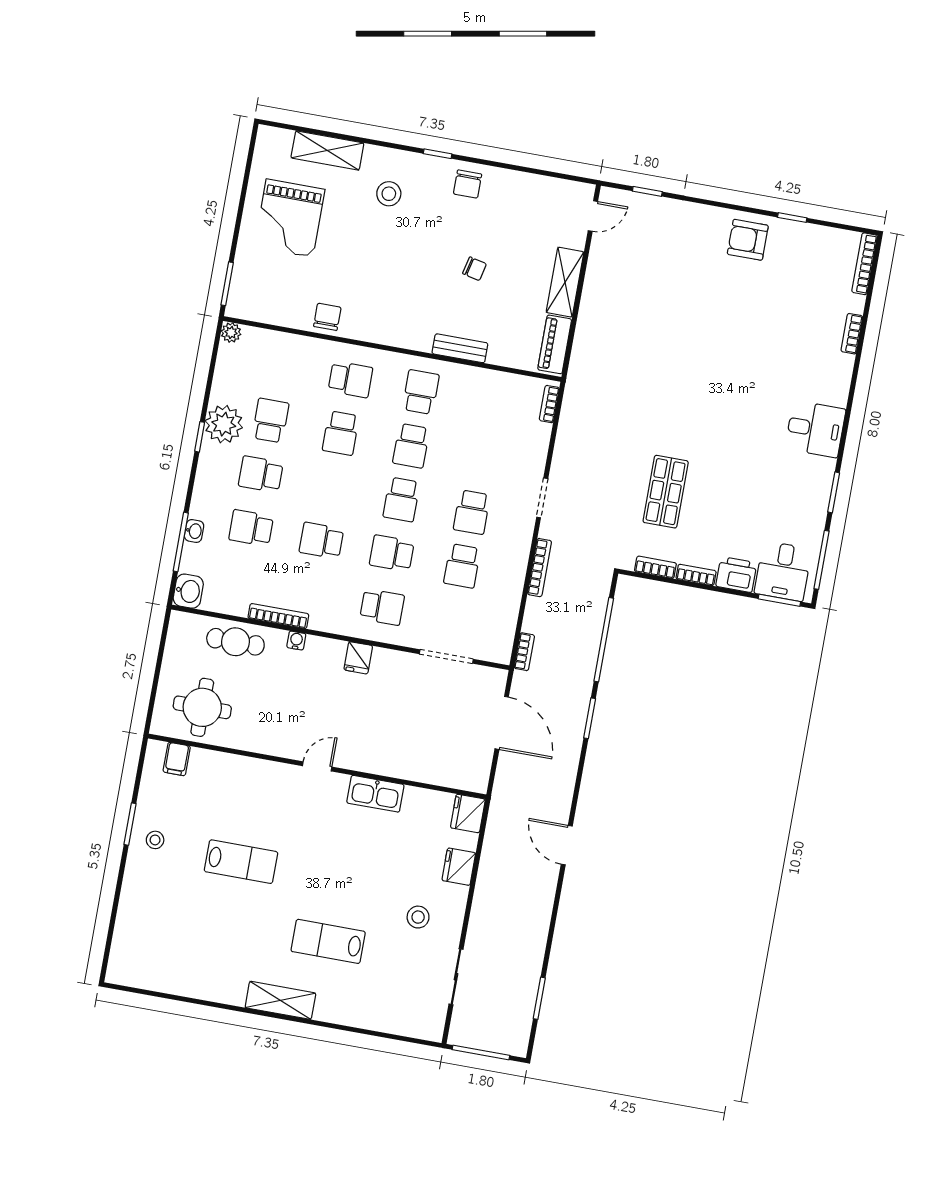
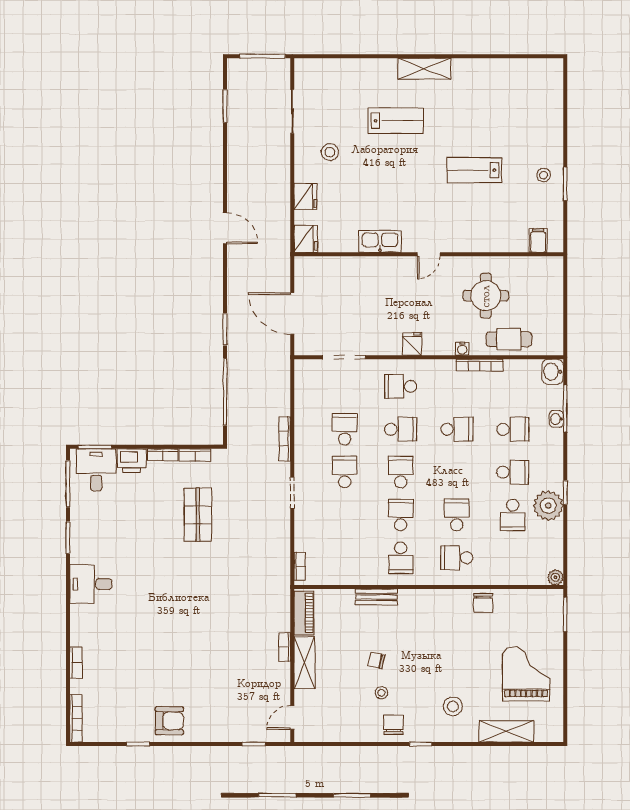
stool: (475, 227) -> (381, 693), added
bookcase: (524, 652) -> (285, 647), moved
round table: (202, 707) -> (486, 296), moved

